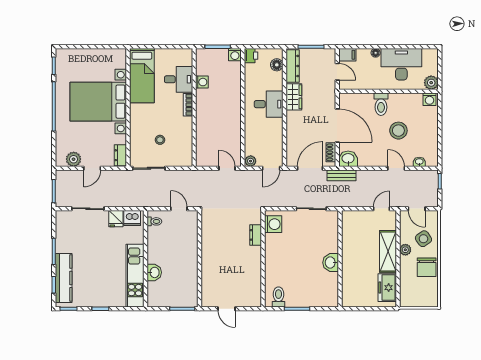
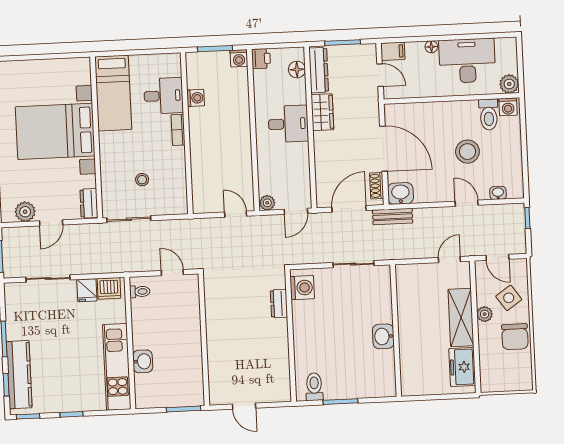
toilet: (381, 104) -> (489, 115), moved

